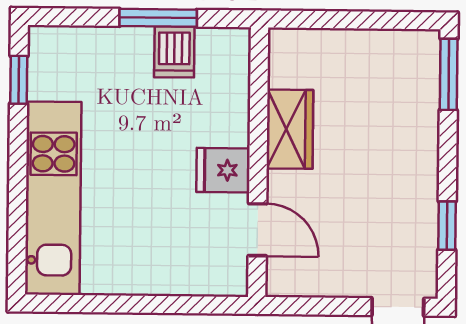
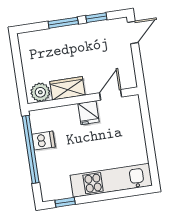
window: (158, 18) -> (31, 149), width x2.11
plant: (291, 63) -> (40, 92), added
window: (449, 74) -> (63, 23), moved

